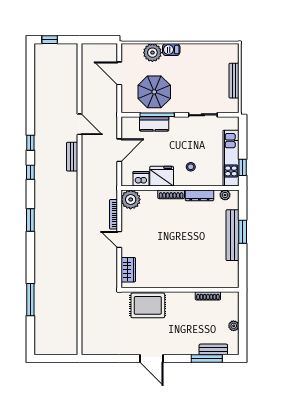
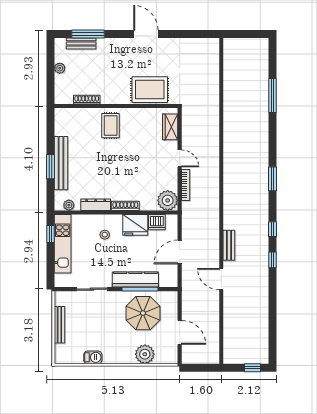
barbecue: (171, 50) -> (93, 357), moved
kitchen counter: (154, 124) -> (135, 280), width x1.50
rug: (185, 271) -> (111, 126), added

